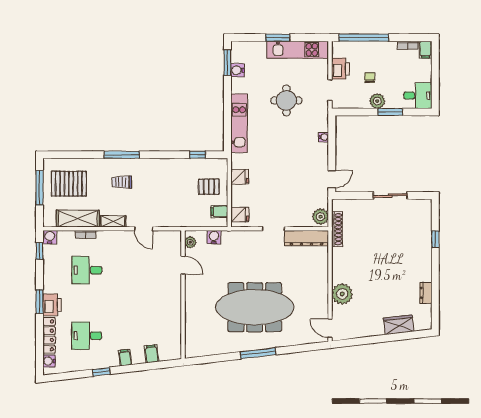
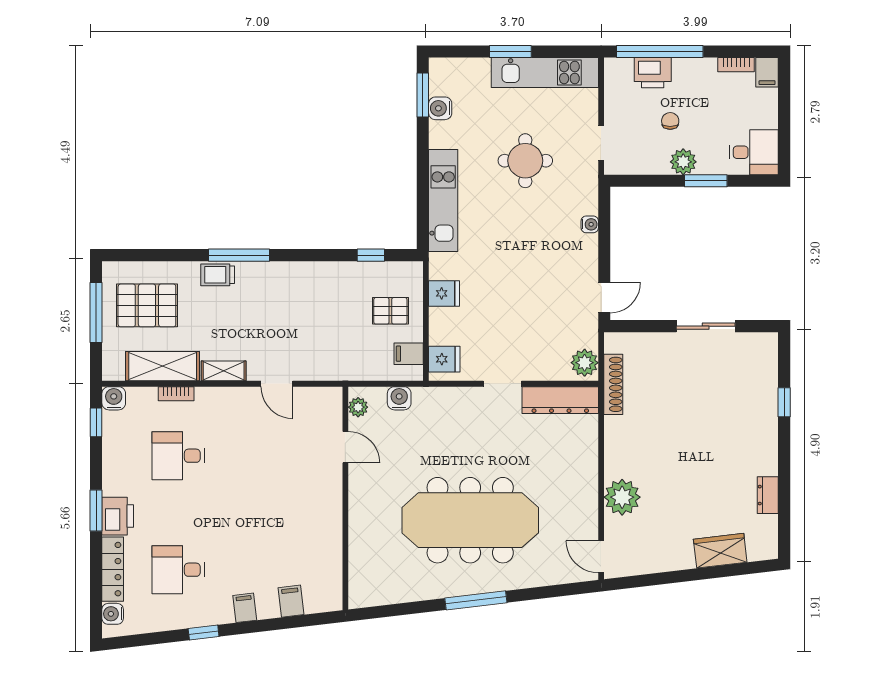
printer: (340, 69) -> (653, 73), moved, turned 90
trolley: (122, 182) -> (218, 275), moved

